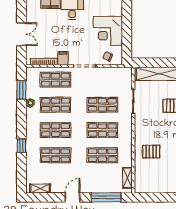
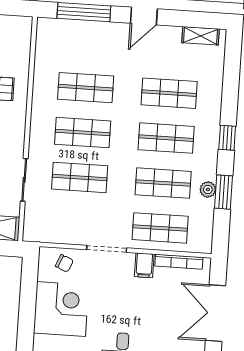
double door: (21, 34) -> (216, 313), width x1.37
window: (21, 90) -> (224, 192), moved
window: (21, 146) -> (227, 138), moved
shelving: (127, 178) -> (44, 44), removed

